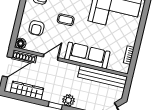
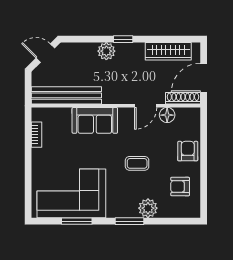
armchair: (36, 28) -> (188, 151), moved
floor lamp: (21, 44) -> (167, 115), moved
sofa: (87, 55) -> (95, 120), width x0.73

